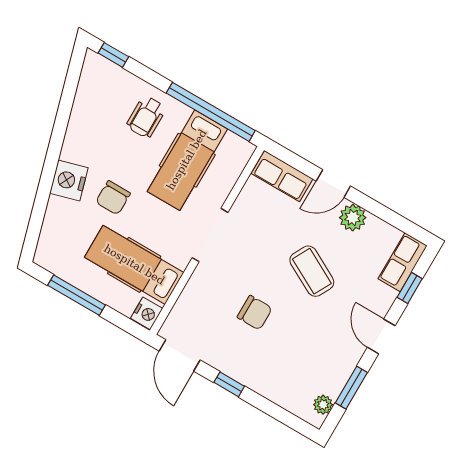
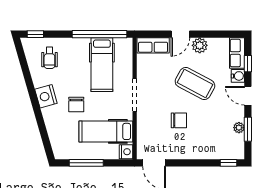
wheelchair: (146, 117) -> (49, 58), moved
nightstand: (69, 180) -> (46, 96), moved
coffee table: (312, 271) -> (195, 84), width x1.36, depth x1.32
water cooler: (384, 298) -> (238, 76), added
window: (229, 384) -> (229, 163), moved
plant: (323, 405) -> (239, 128), moved

